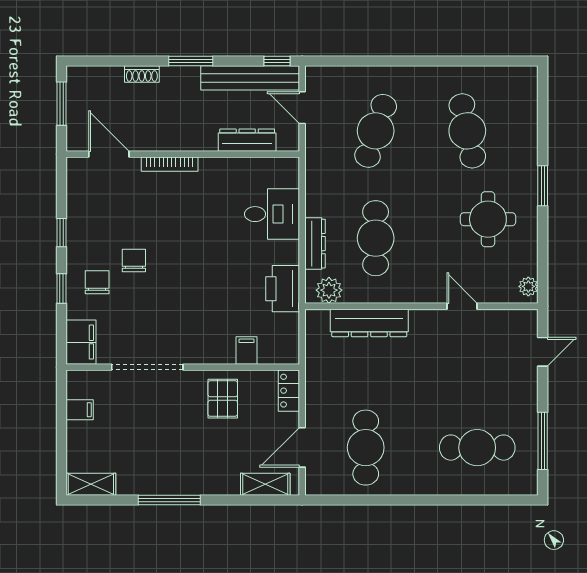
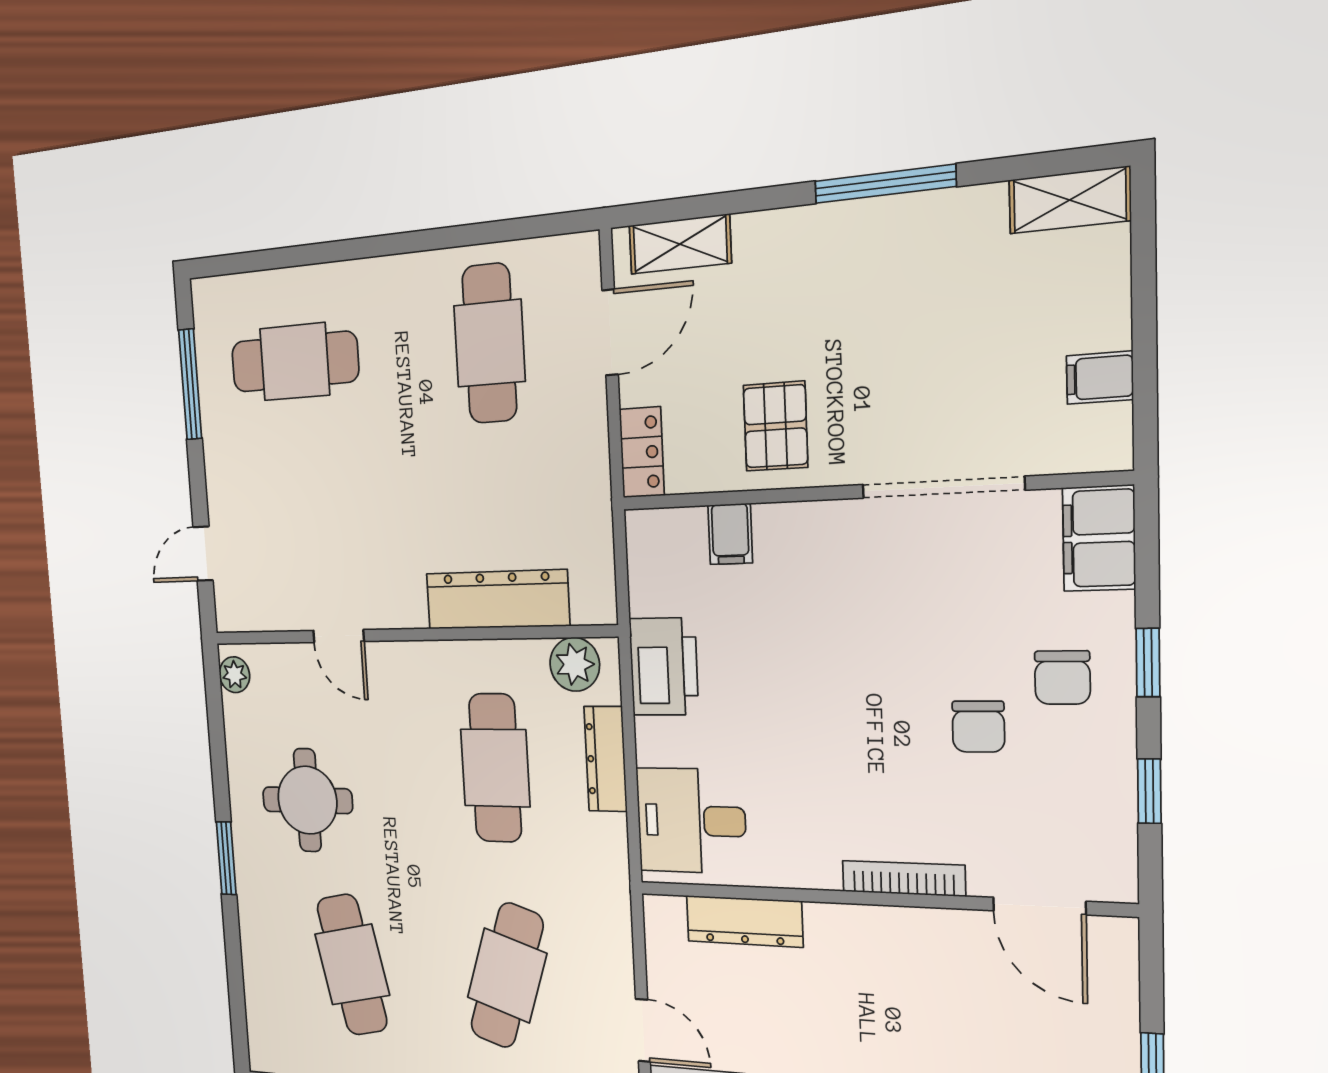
dresser: (247, 140) -> (744, 921), moved
door: (109, 154) -> (1039, 906), moved
wall: (183, 154) -> (876, 899), moved
bookcase: (170, 164) -> (903, 878), moved

